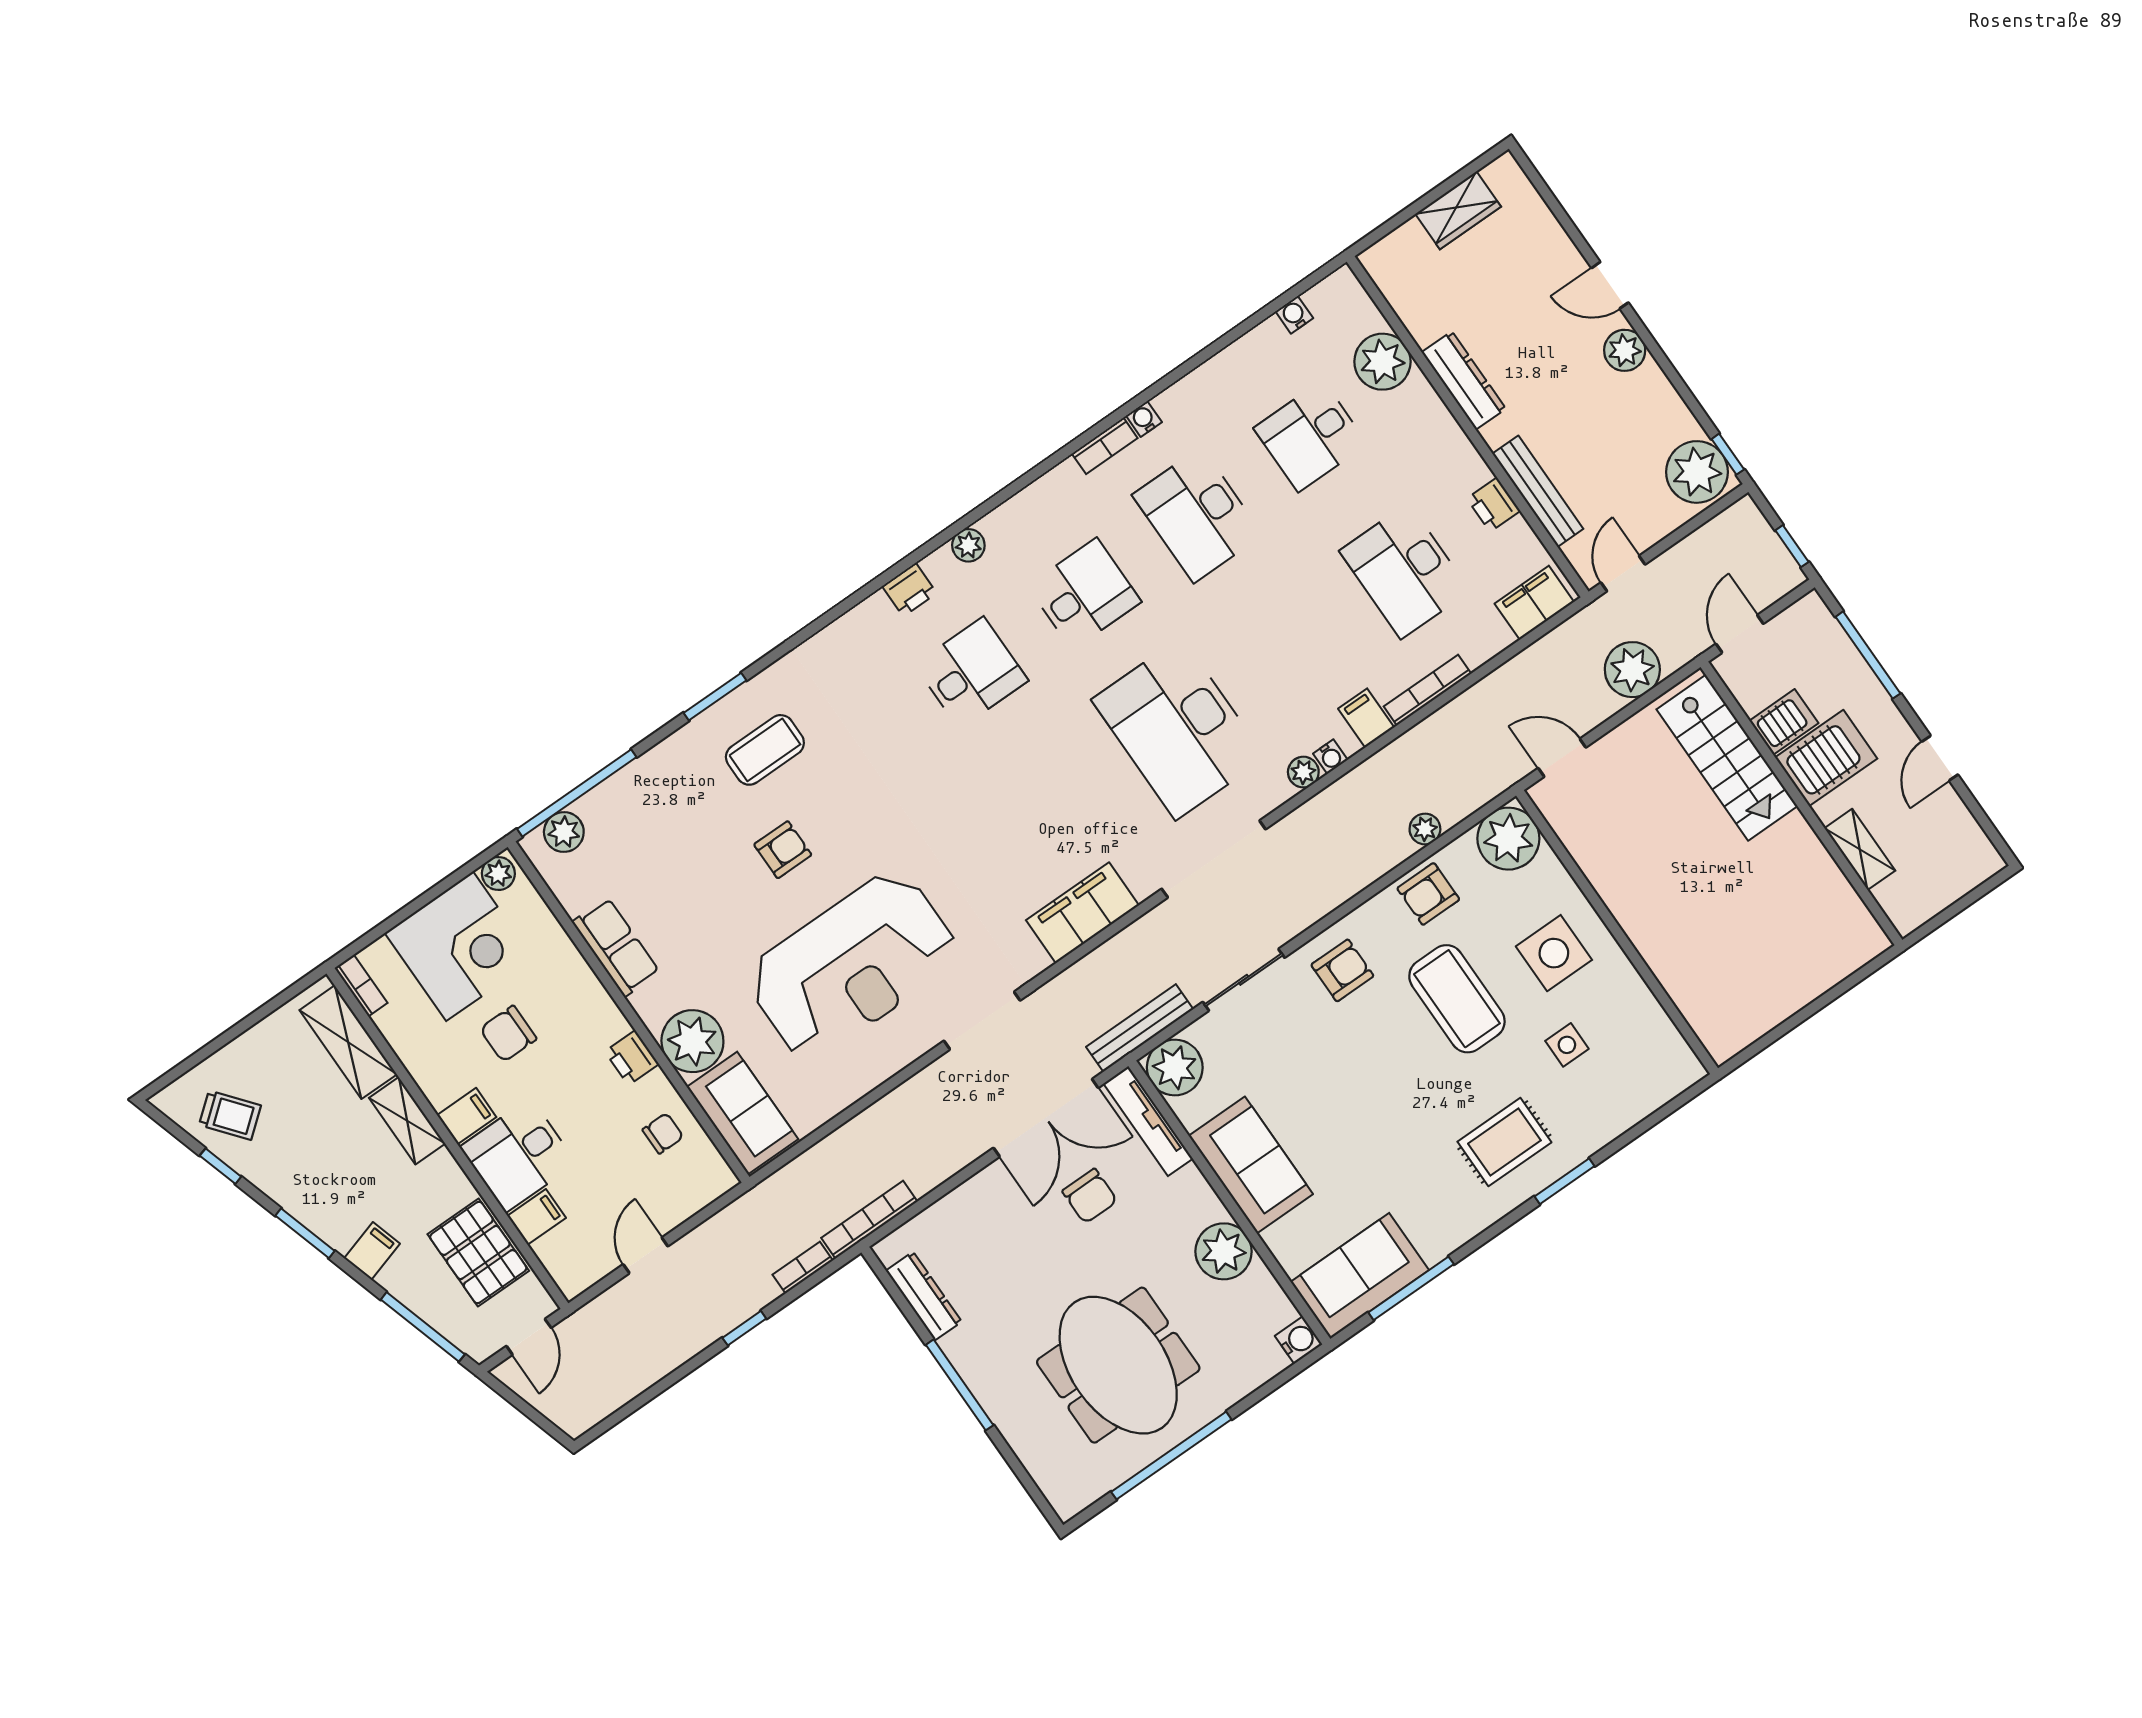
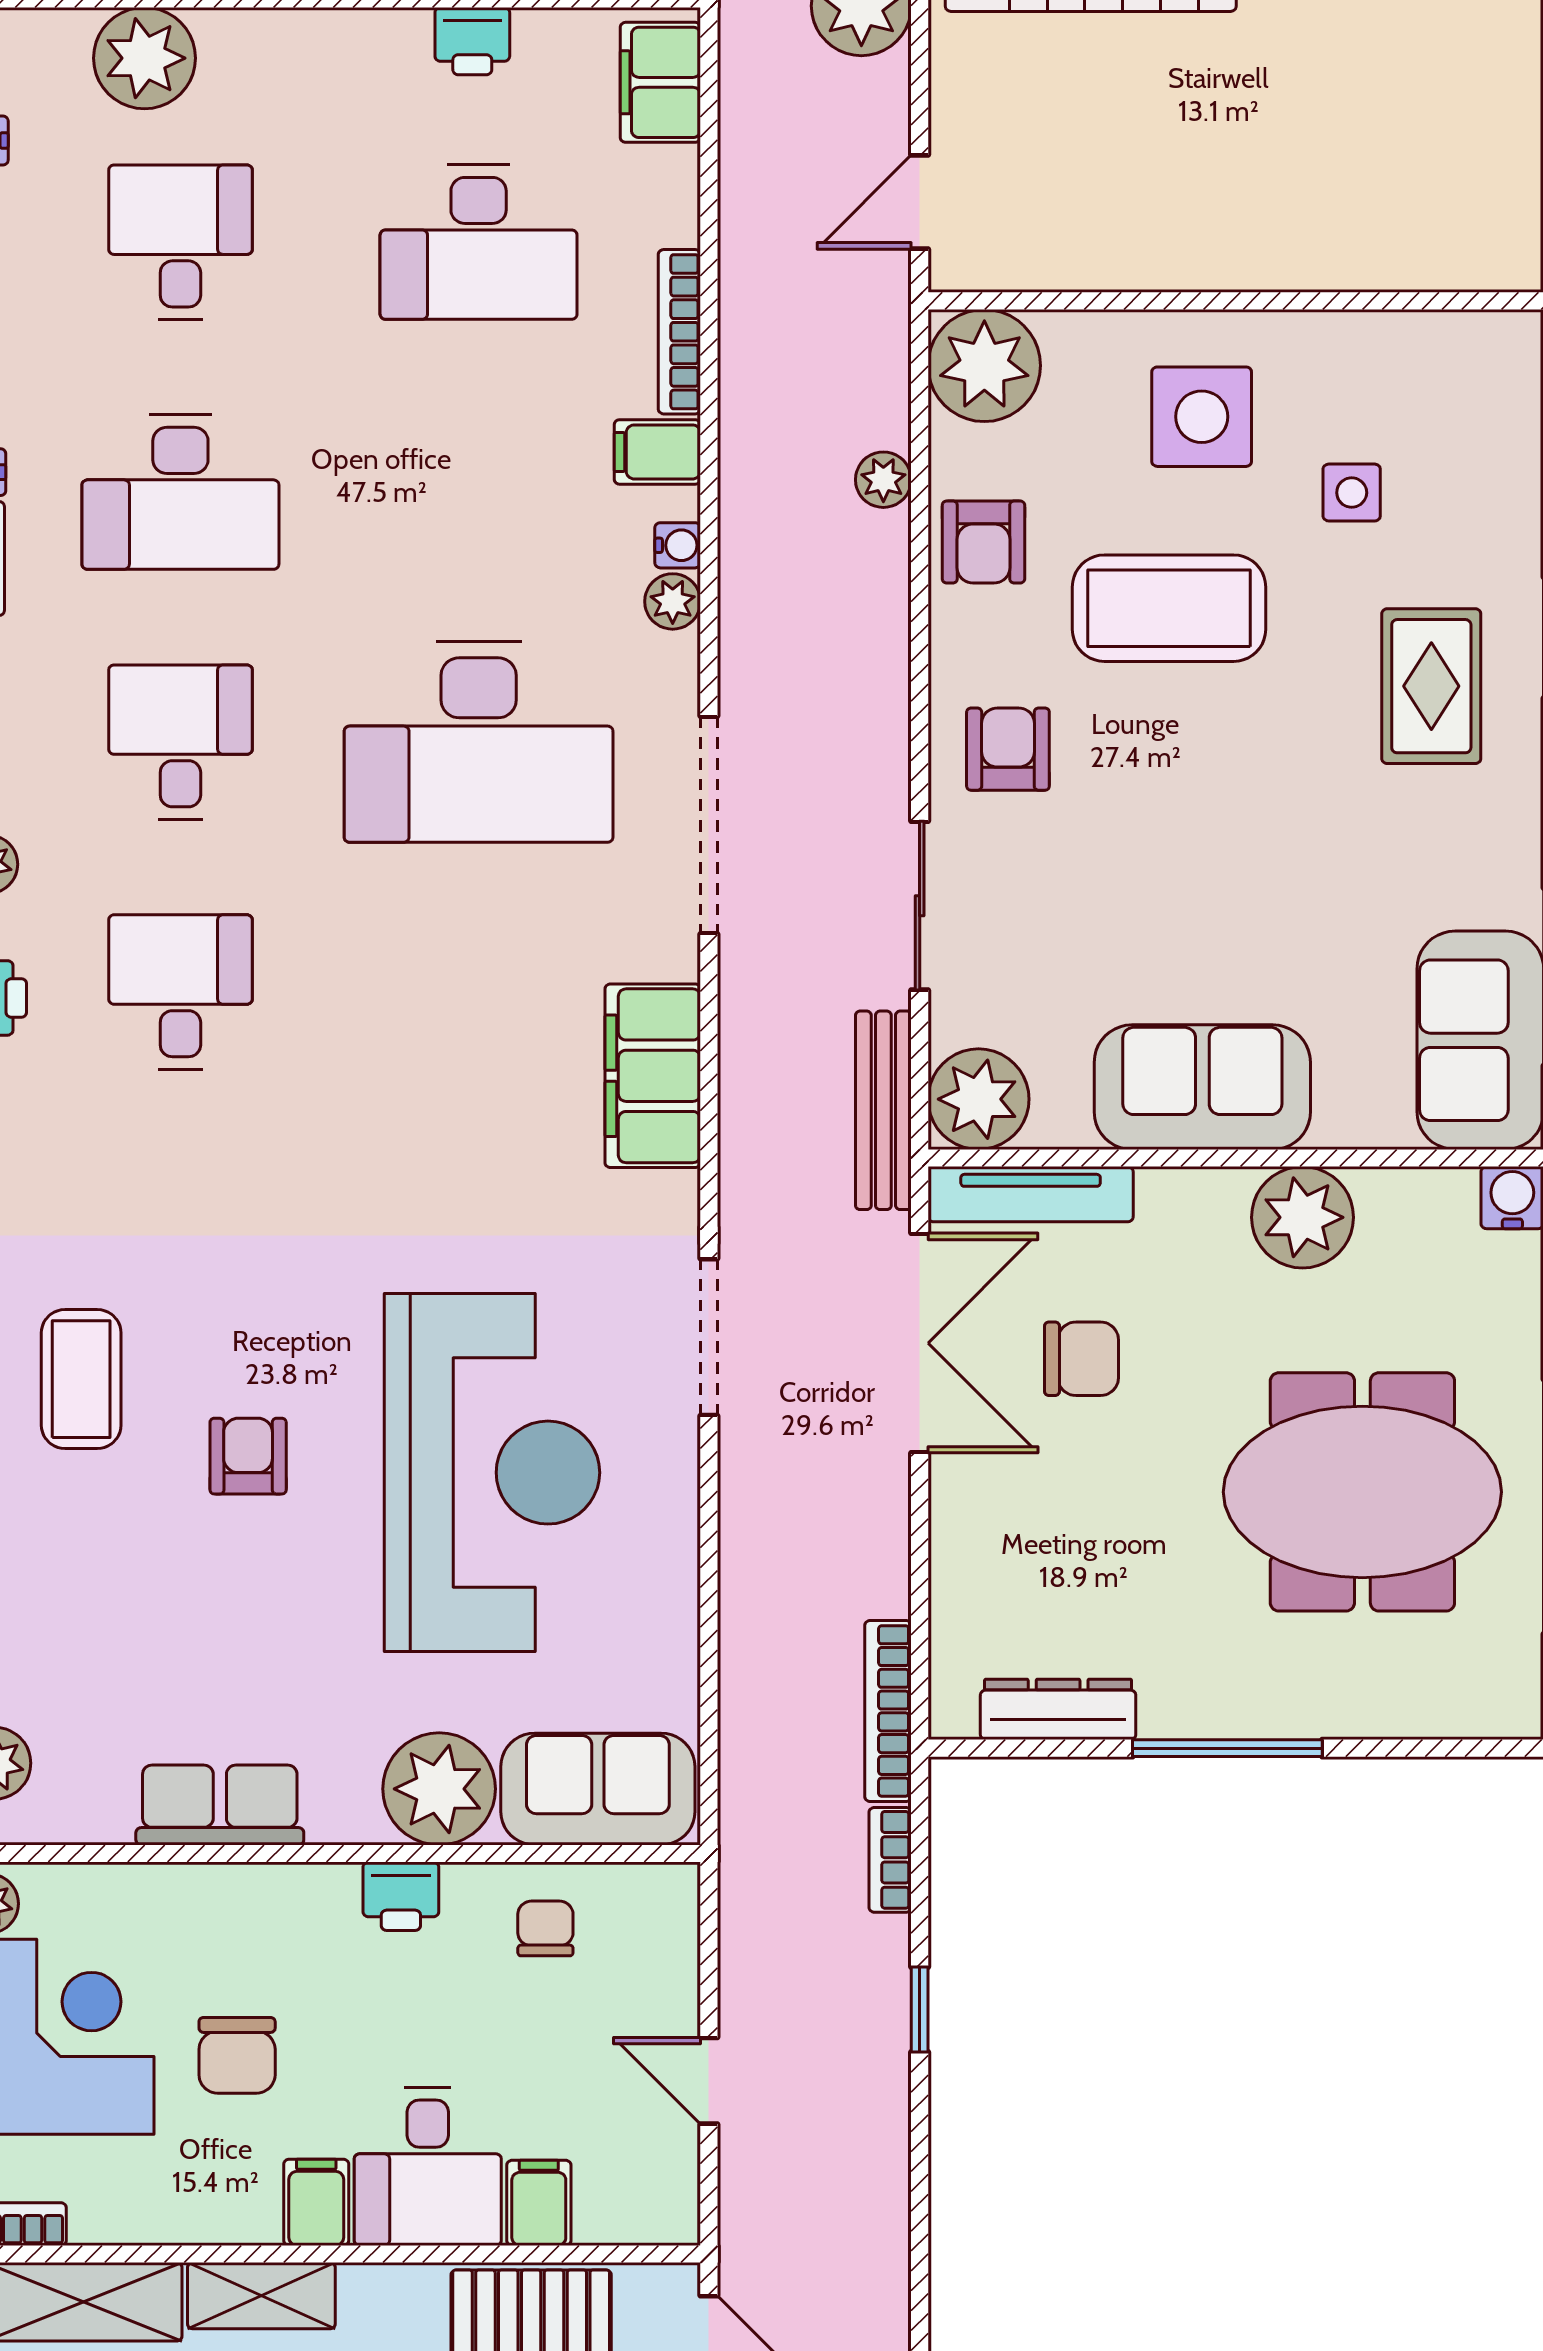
desk: (1311, 436) -> (180, 242), turned 180

